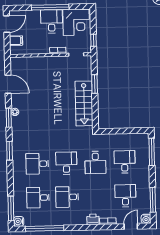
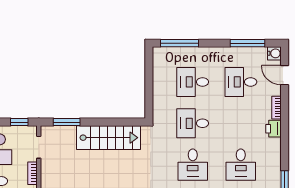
window: (95, 84) -> (67, 122), moved
desk: (95, 162) -> (193, 123), turned 180
desk: (66, 163) -> (193, 165), turned -90

